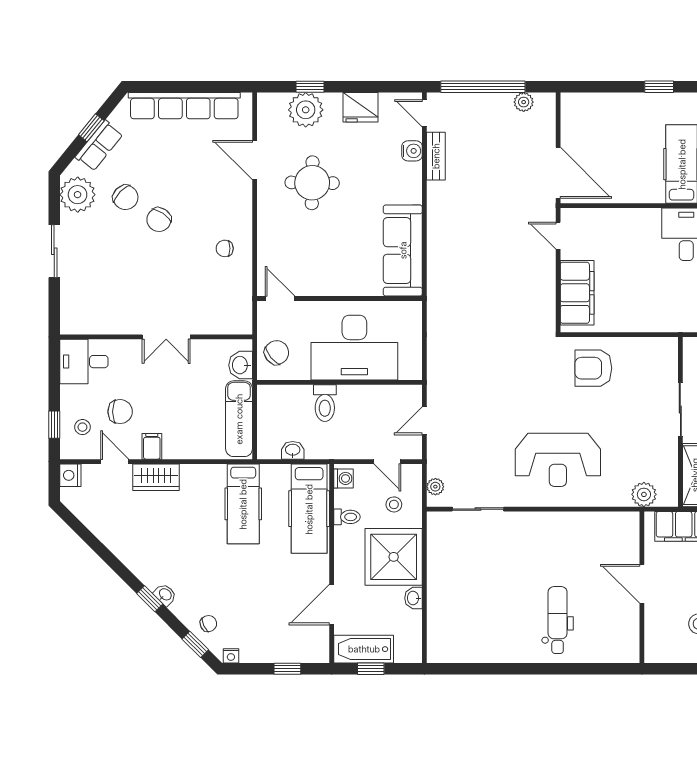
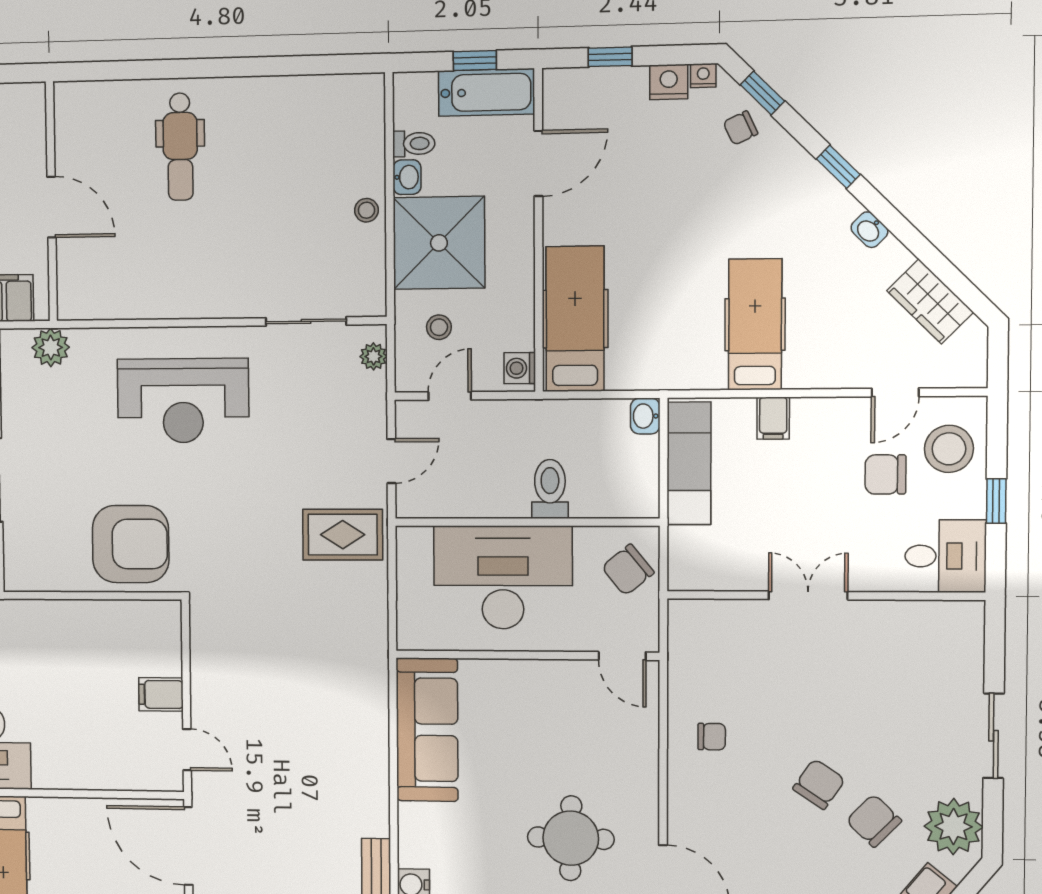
filing cabinet: (577, 293) -> (161, 694), width x0.33, depth x0.86
washbasin: (241, 365) -> (686, 550), removed
armchair: (593, 368) -> (131, 544), width x1.36, depth x1.36
rug: (456, 374) -> (343, 535), added
window: (54, 425) -> (996, 501), moved
stool: (82, 427) -> (949, 449), width x1.89, depth x1.89
filing cabinet: (152, 446) -> (773, 418), moved
washbasin: (293, 450) -> (645, 416), moved, turned 90
reception desk: (558, 460) -> (183, 401), turned 180
door: (115, 462) -> (895, 393), hinge flipped
door: (387, 462) -> (450, 396), hinge flipped
nightstand: (70, 475) -> (669, 82), moved, turned -90
wardrobe: (156, 477) -> (930, 301), moved, turned -135
hospital bed: (243, 504) -> (755, 324), moved
toilet: (347, 517) -> (414, 144), moved, turned 180
stool: (439, 578) -> (366, 210), added
washbasin: (165, 595) -> (869, 230), moved

